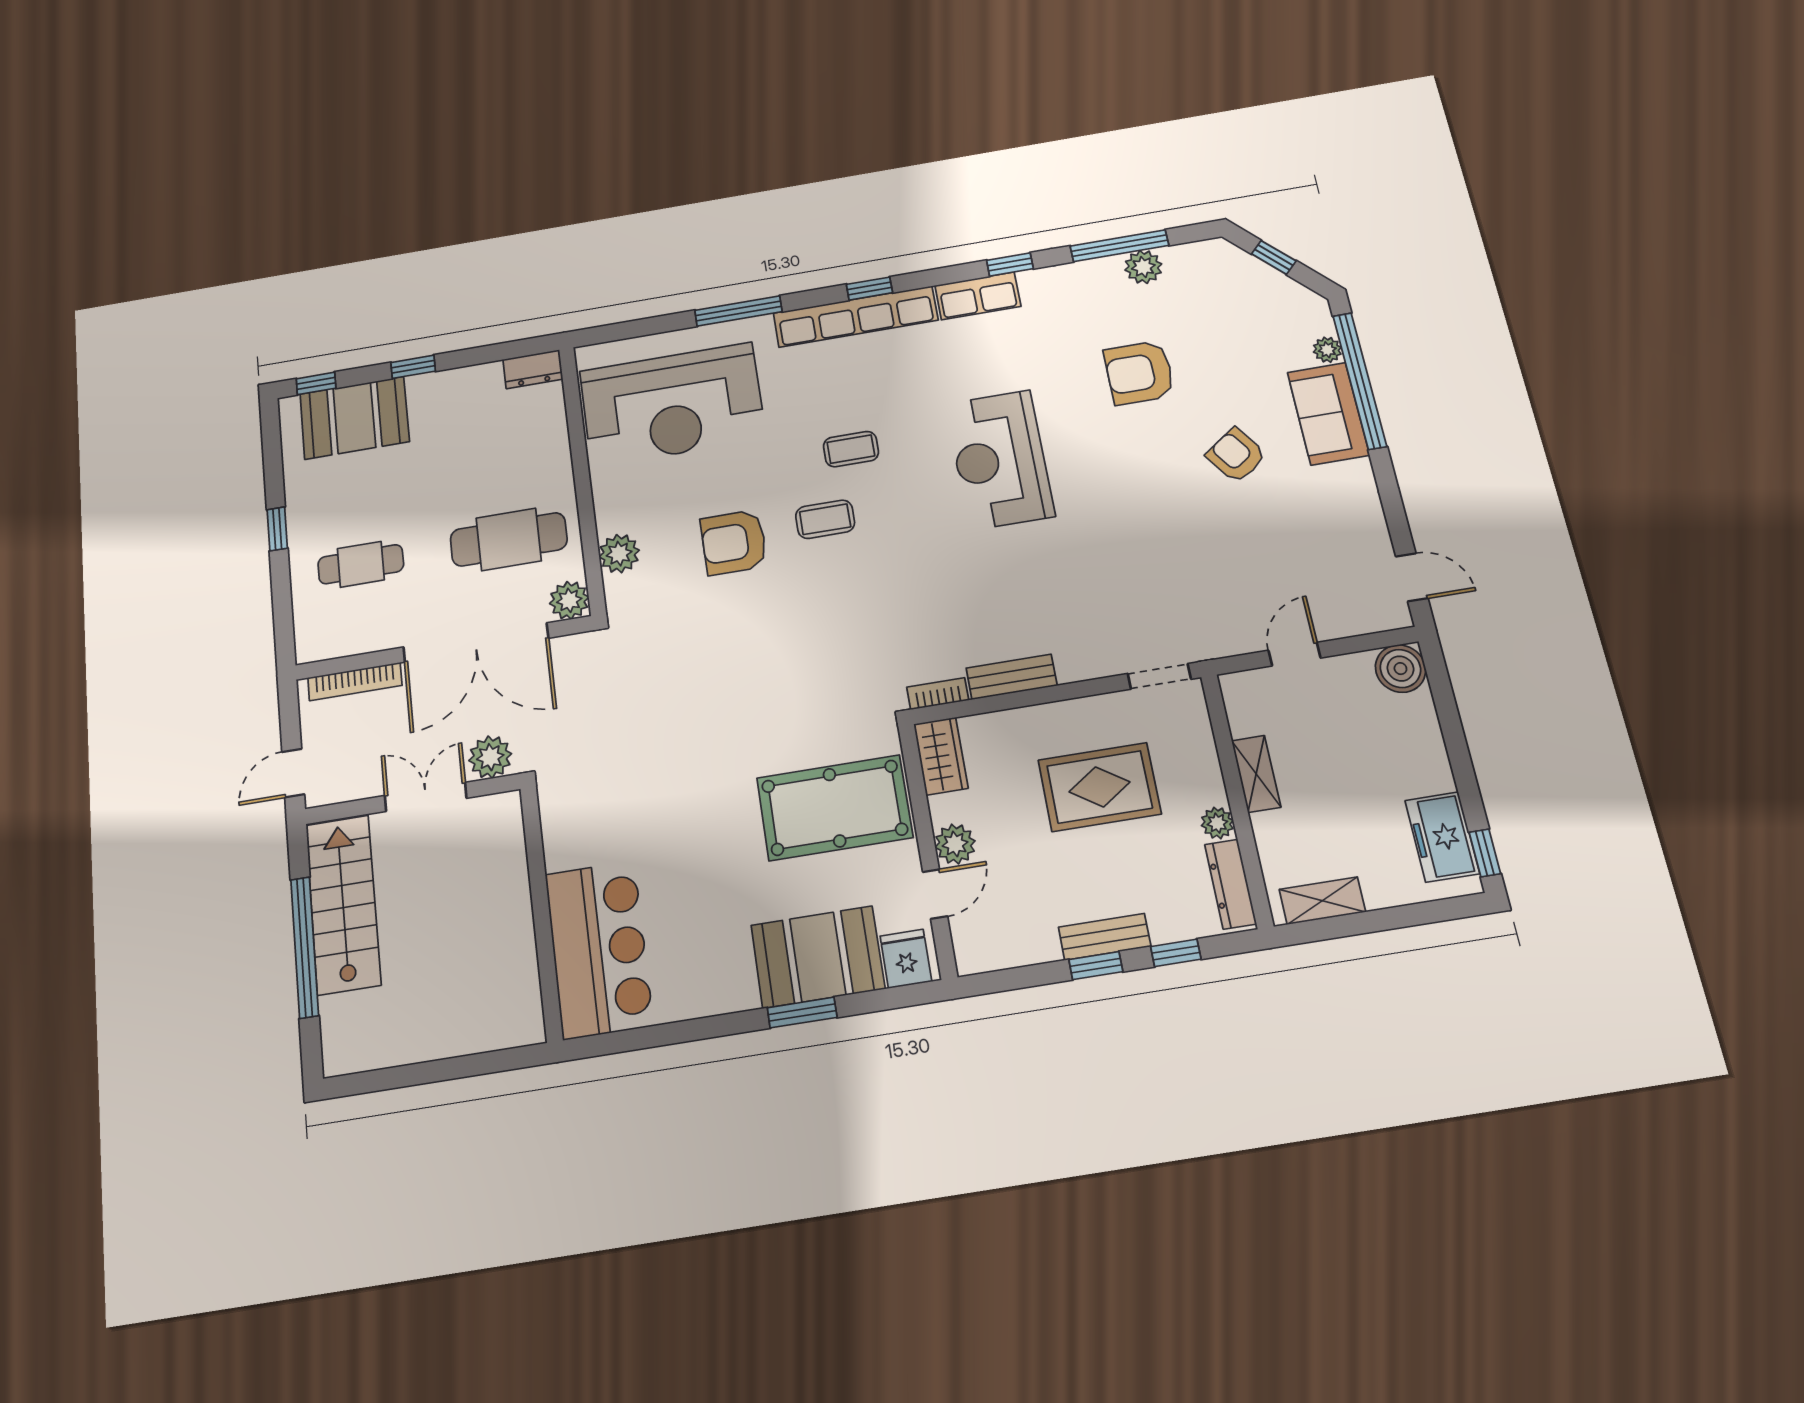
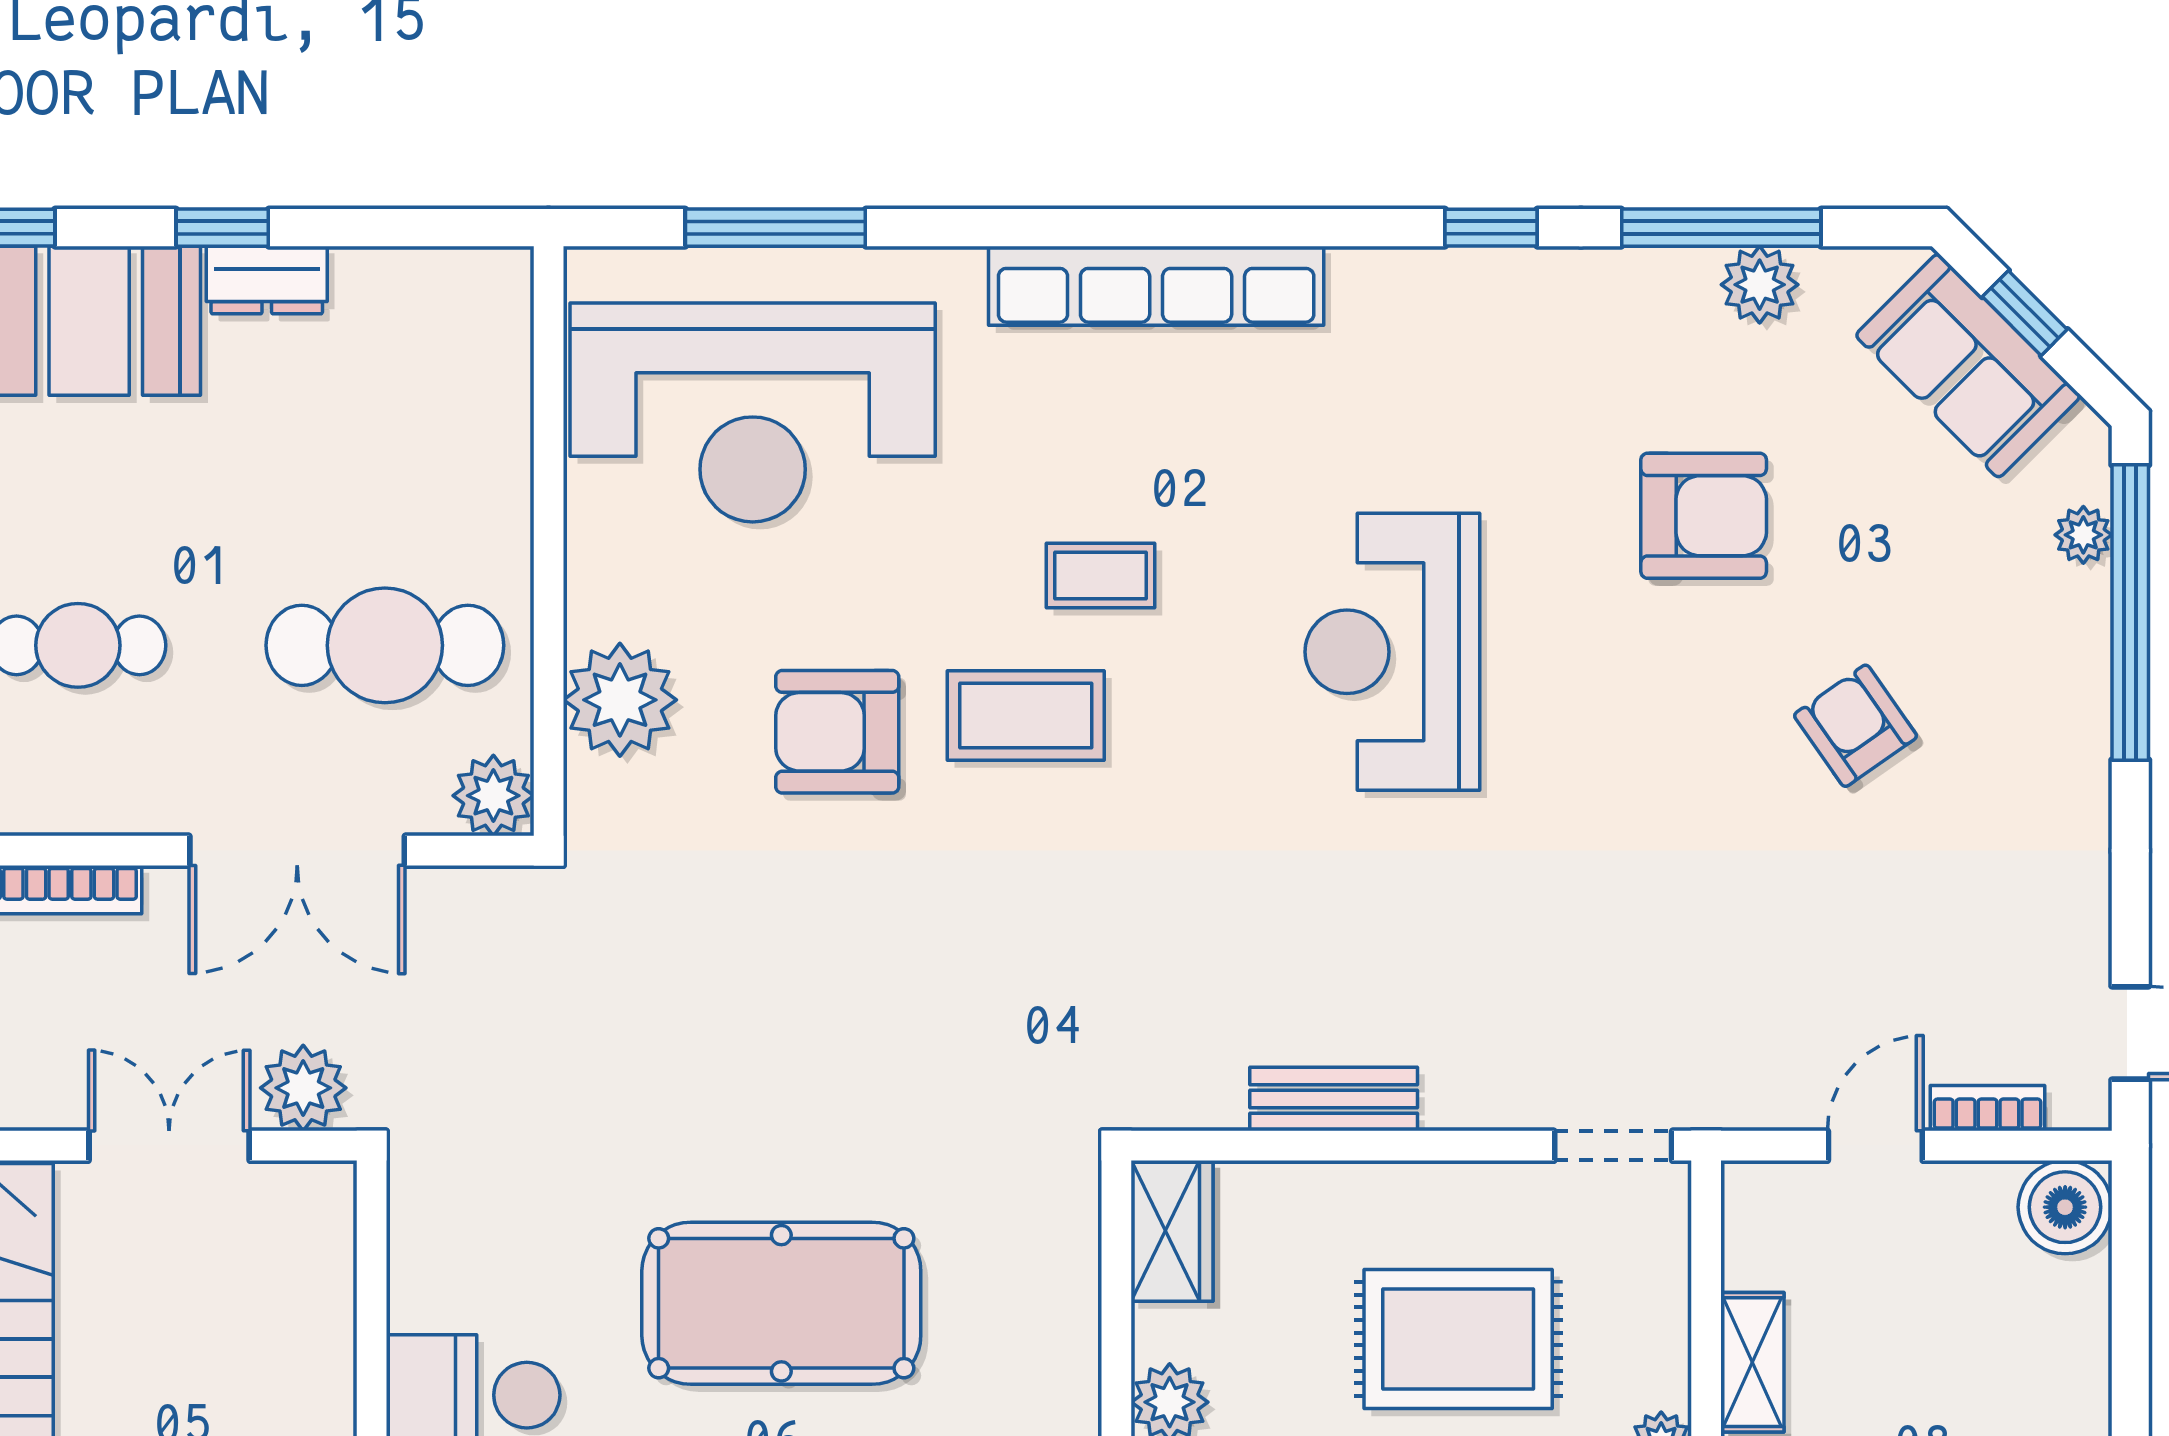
window: (869, 289) -> (1195, 228), removed
row of seats: (978, 296) -> (1413, 286), removed
window: (738, 311) -> (775, 228), moved
dresser: (533, 369) -> (267, 280), moved
armchair: (1139, 373) -> (1704, 516), turned 180
sofa: (1328, 414) -> (1968, 366), moved, turned -45
coffee table: (825, 519) -> (1026, 715), width x1.36, depth x1.30
plant: (619, 554) -> (620, 700), width x1.36, depth x1.36
double door: (476, 643) -> (297, 851), width x0.73
bookcase: (938, 694) -> (1988, 1108), moved
pool table: (835, 808) -> (781, 1303), moved

